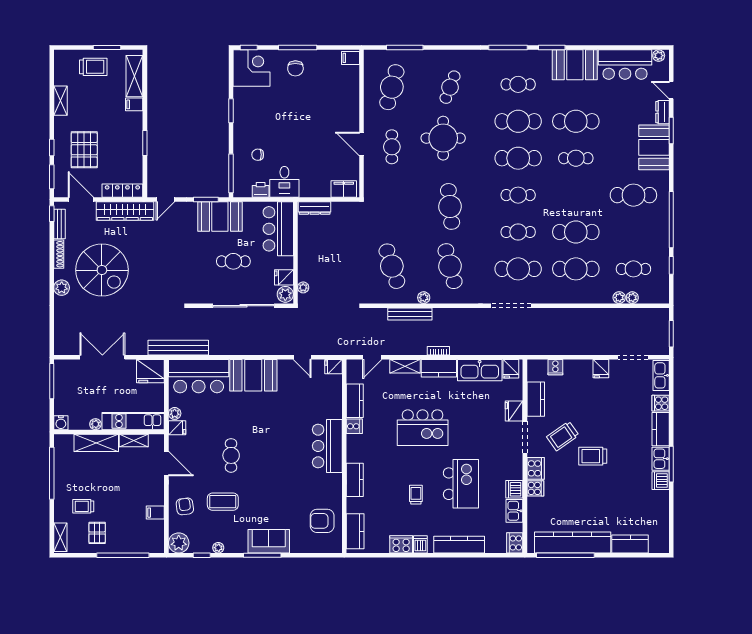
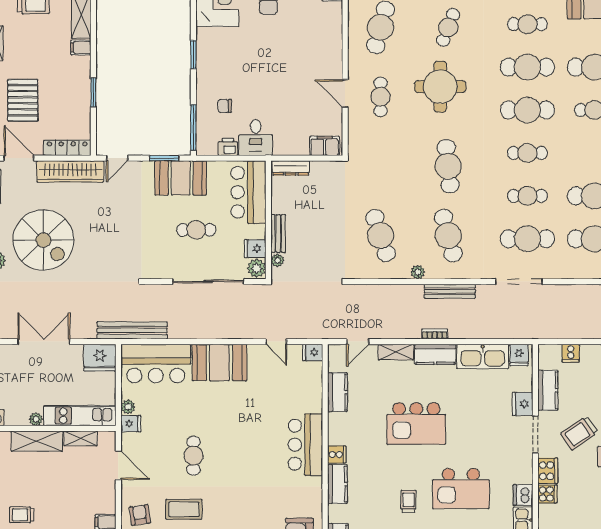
bench: (304, 264) -> (278, 234), added
bench: (410, 314) -> (450, 291), moved
cooker: (354, 426) -> (337, 455), moved
kitchen island: (461, 484) -> (461, 488), turned 90

